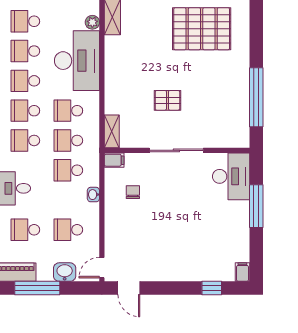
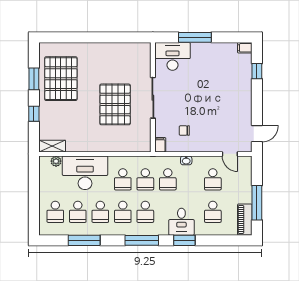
window: (256, 97) -> (113, 37), removed
pallet: (167, 100) -> (115, 104), width x2.05, depth x2.00
shelving: (112, 131) -> (139, 146), removed
door: (102, 268) -> (230, 154), moved
washbasin: (65, 272) -> (245, 182), removed

